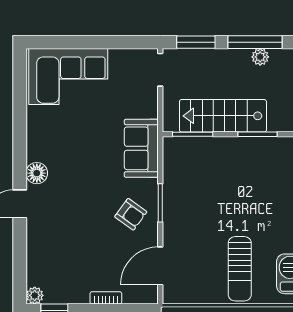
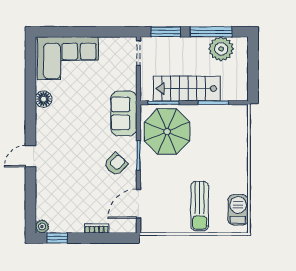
plant: (260, 57) -> (221, 49), width x1.88, depth x1.88
parasol: (197, 172) -> (167, 131), added
floor lamp: (37, 173) -> (44, 99), moved
armchair: (131, 214) -> (116, 164), turned -82

